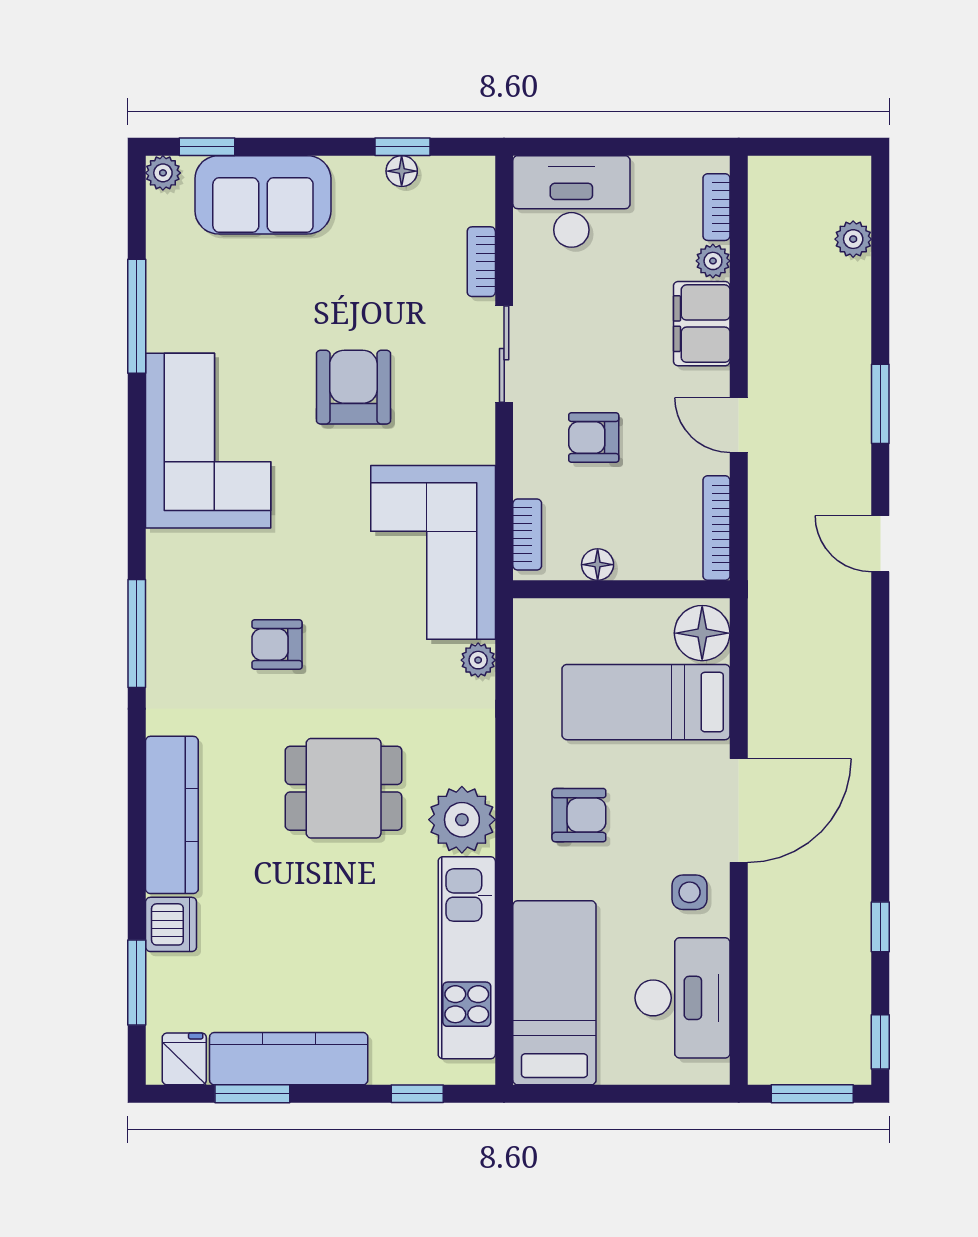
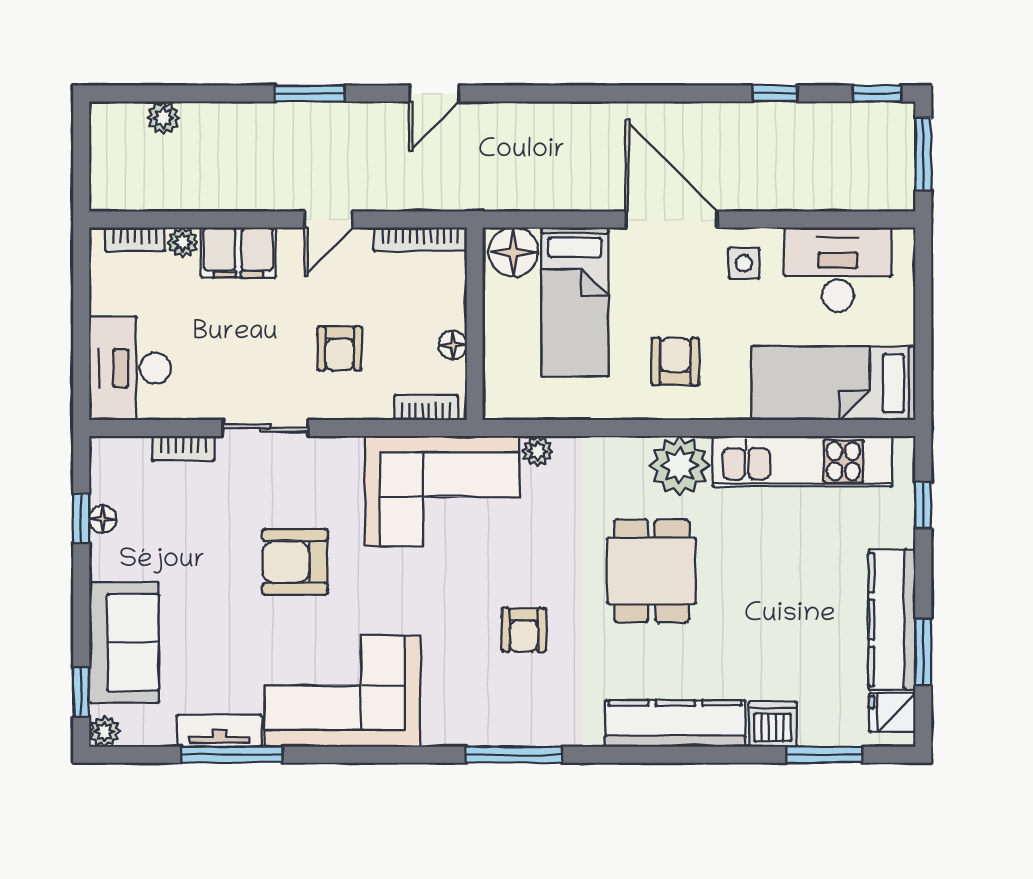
tv unit: (164, 302) -> (219, 731), added

